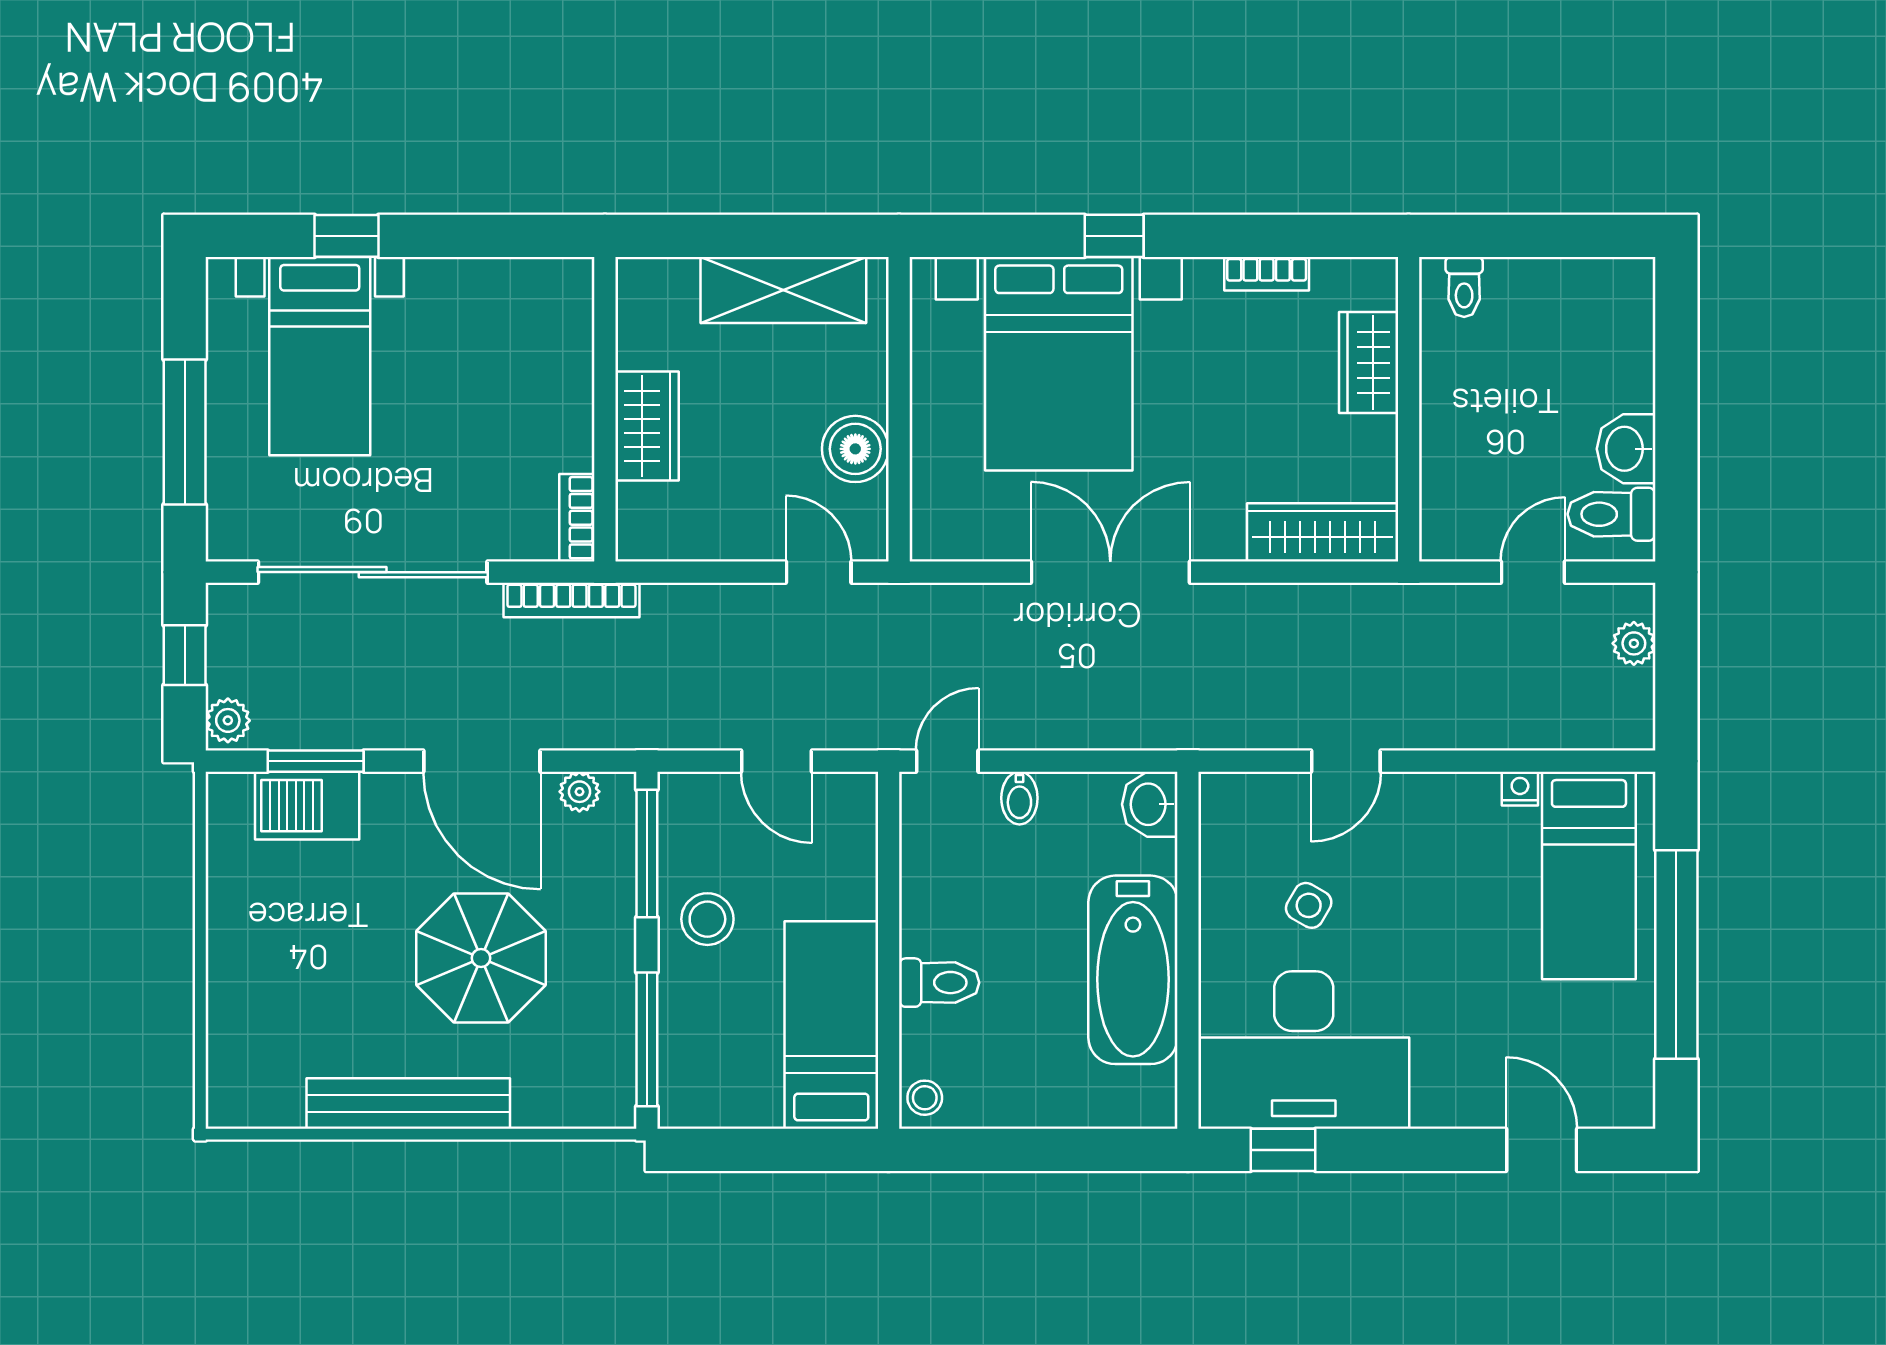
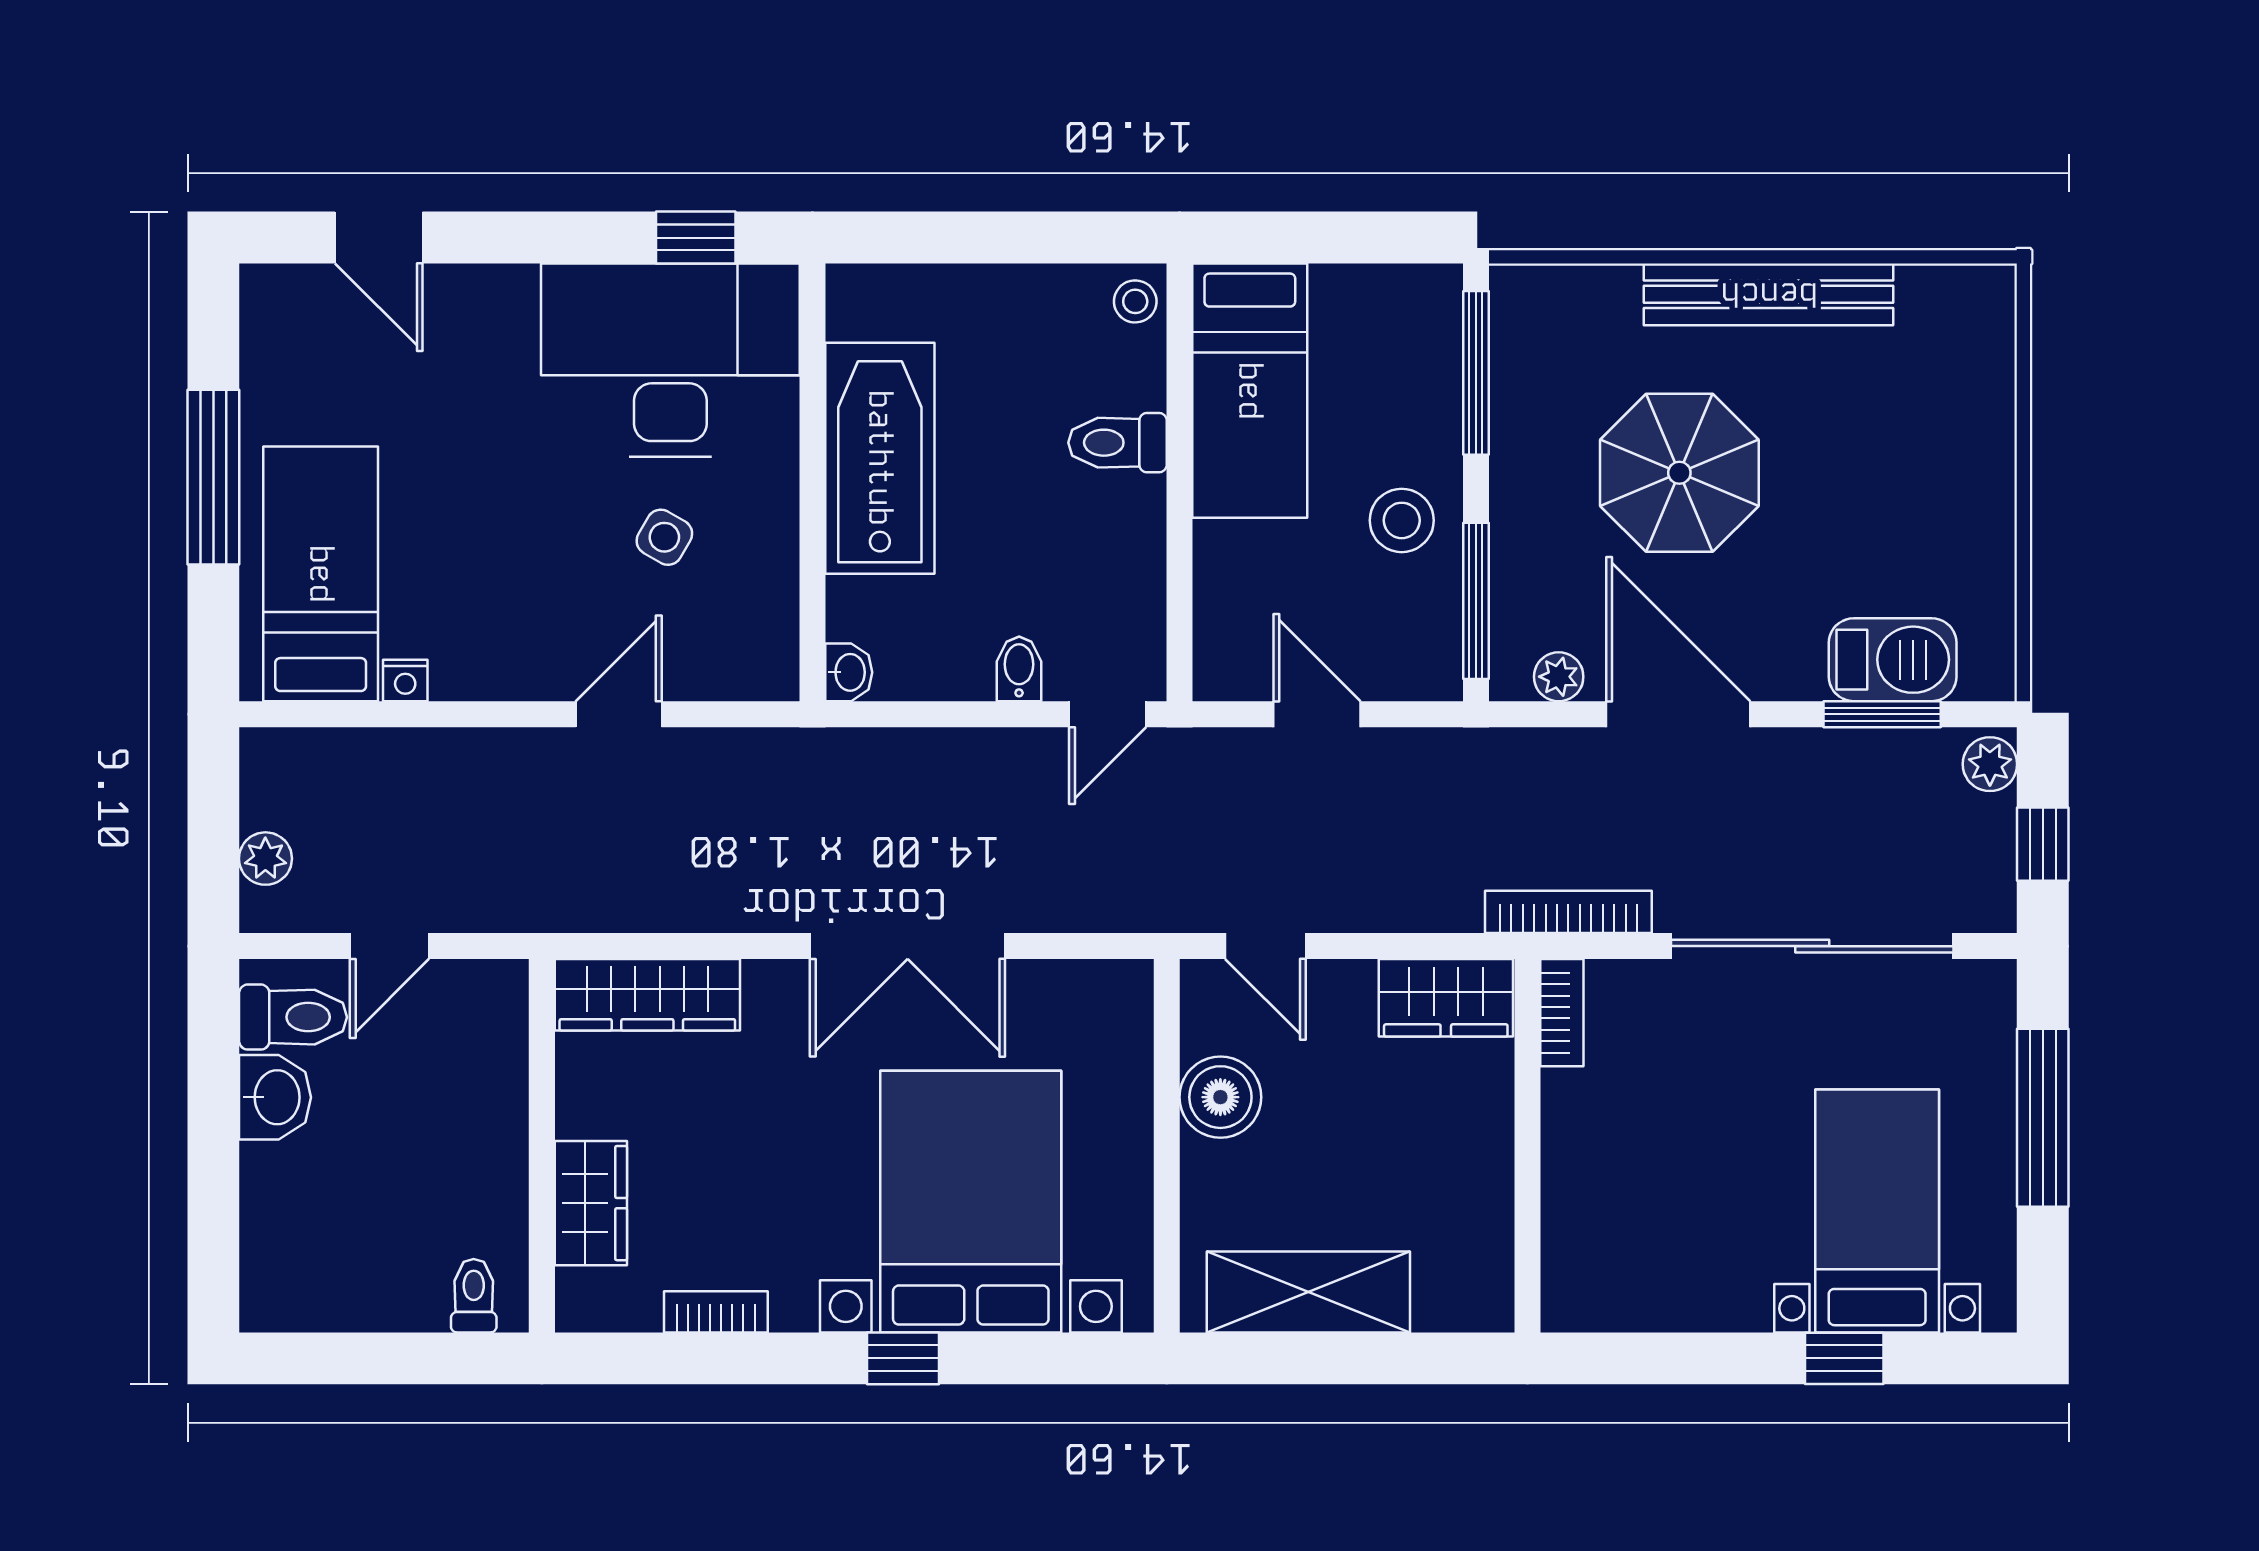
wardrobe: (647, 426) -> (1446, 998), moved, turned -90
washbasin: (1150, 804) -> (849, 672), width x0.72, depth x0.69
window: (1676, 954) -> (213, 477), width x0.68

